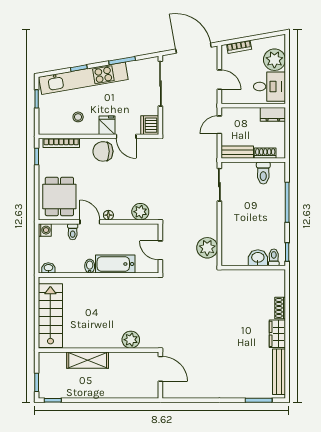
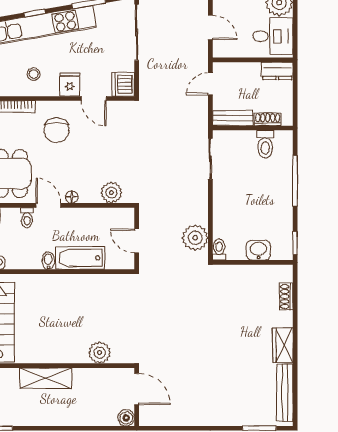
chair: (103, 151) -> (57, 130), moved, turned -90
toilet: (274, 257) -> (219, 250), moved
shoe rack: (280, 308) -> (286, 296), moved
boiler: (152, 392) -> (126, 418), added

